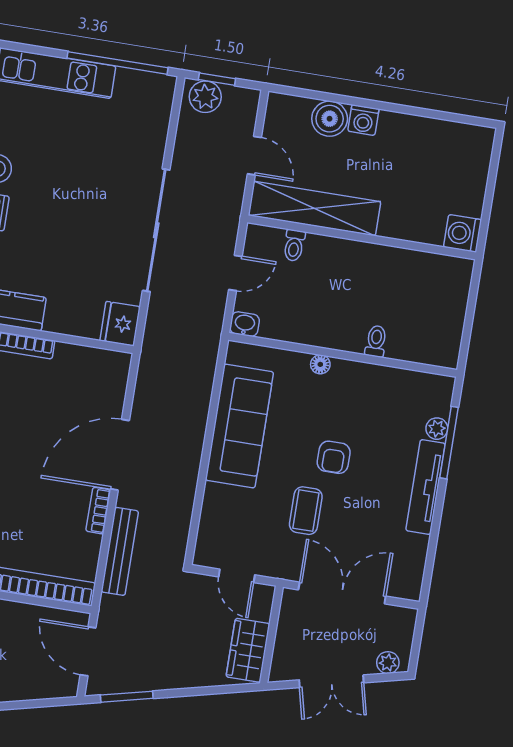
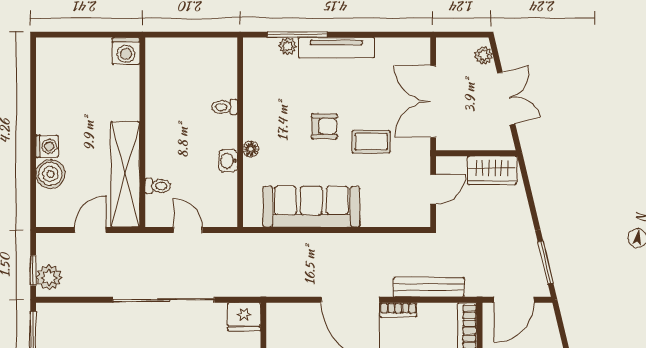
washbasin: (245, 324) -> (228, 161), moved

